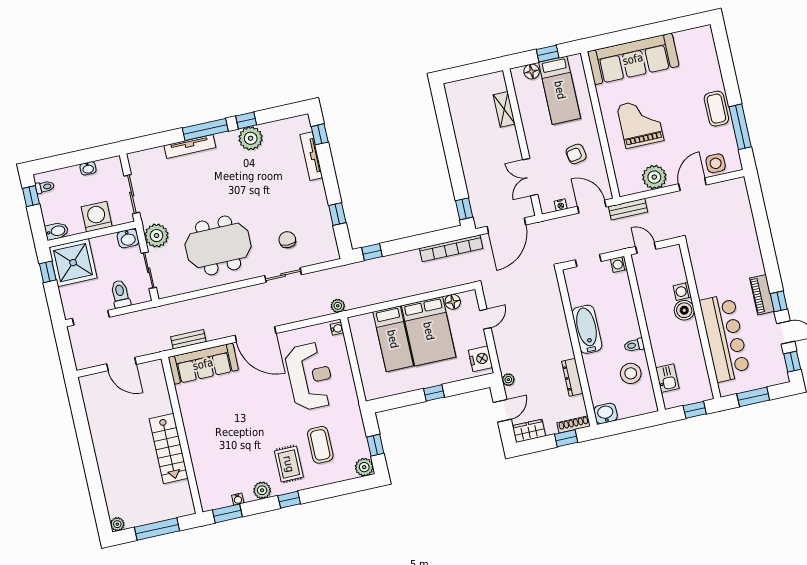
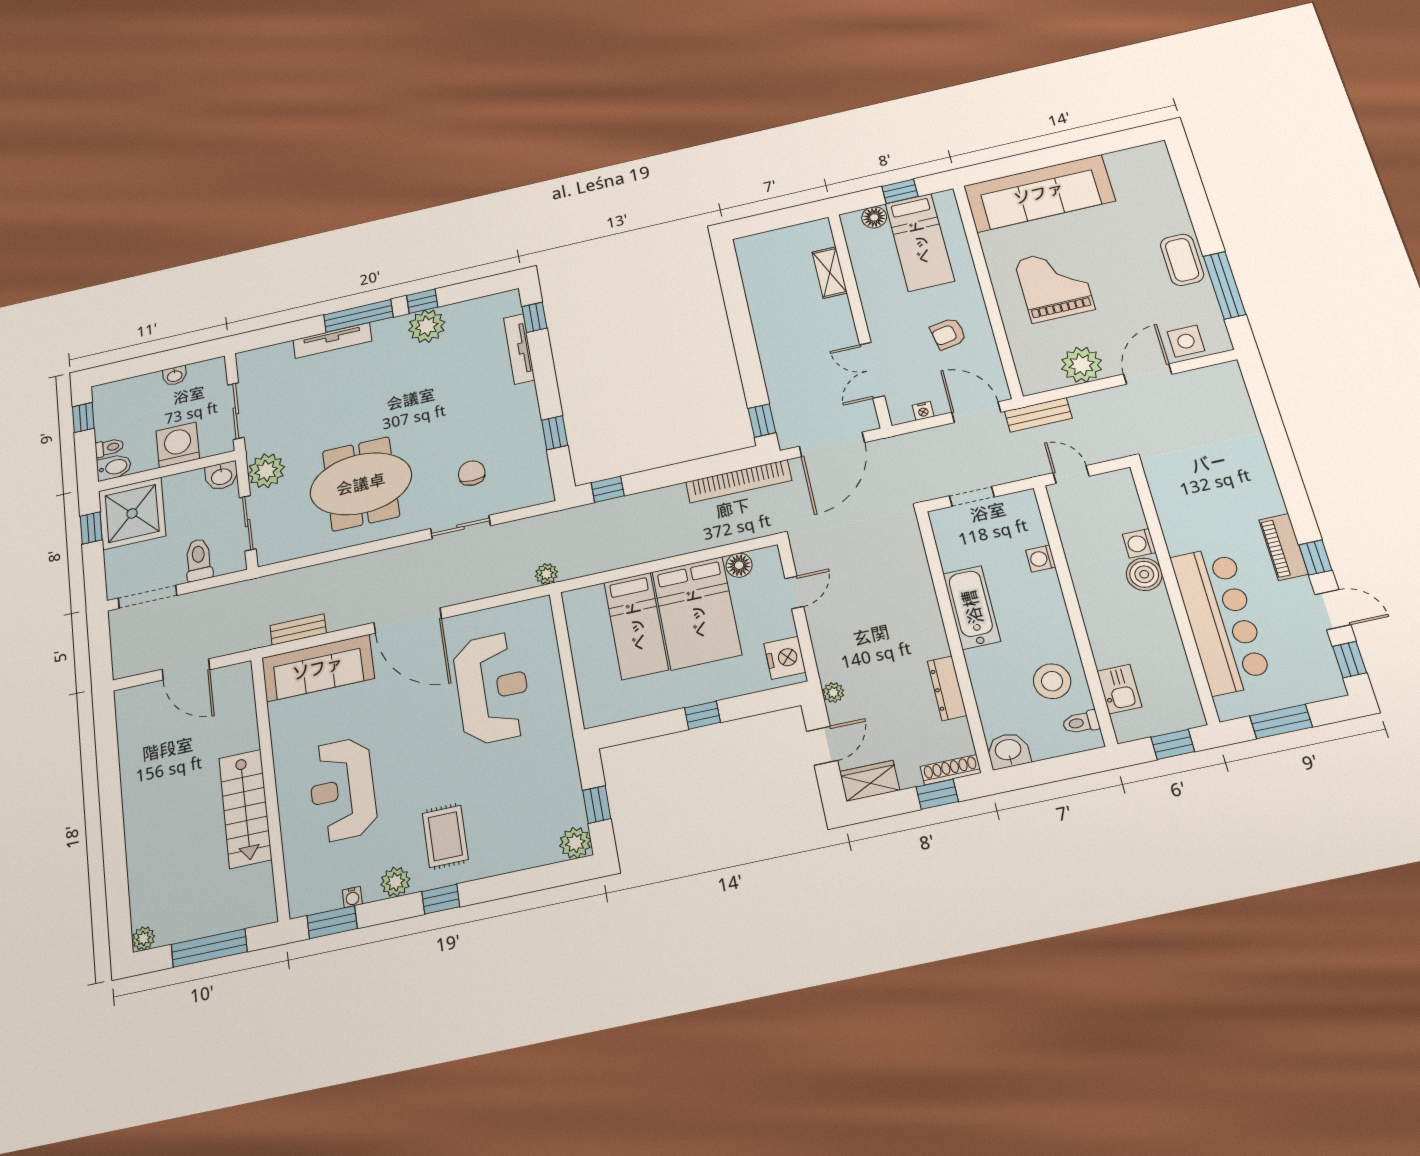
toilet: (45, 187) -> (109, 448), moved
washing machine: (619, 264) -> (1041, 559), moved
water cooler: (337, 329) -> (543, 610), removed
toilet: (634, 345) -> (1081, 722), moved
reception desk: (226, 437) -> (342, 790), added
coffee table: (320, 445) -> (502, 804), removed

